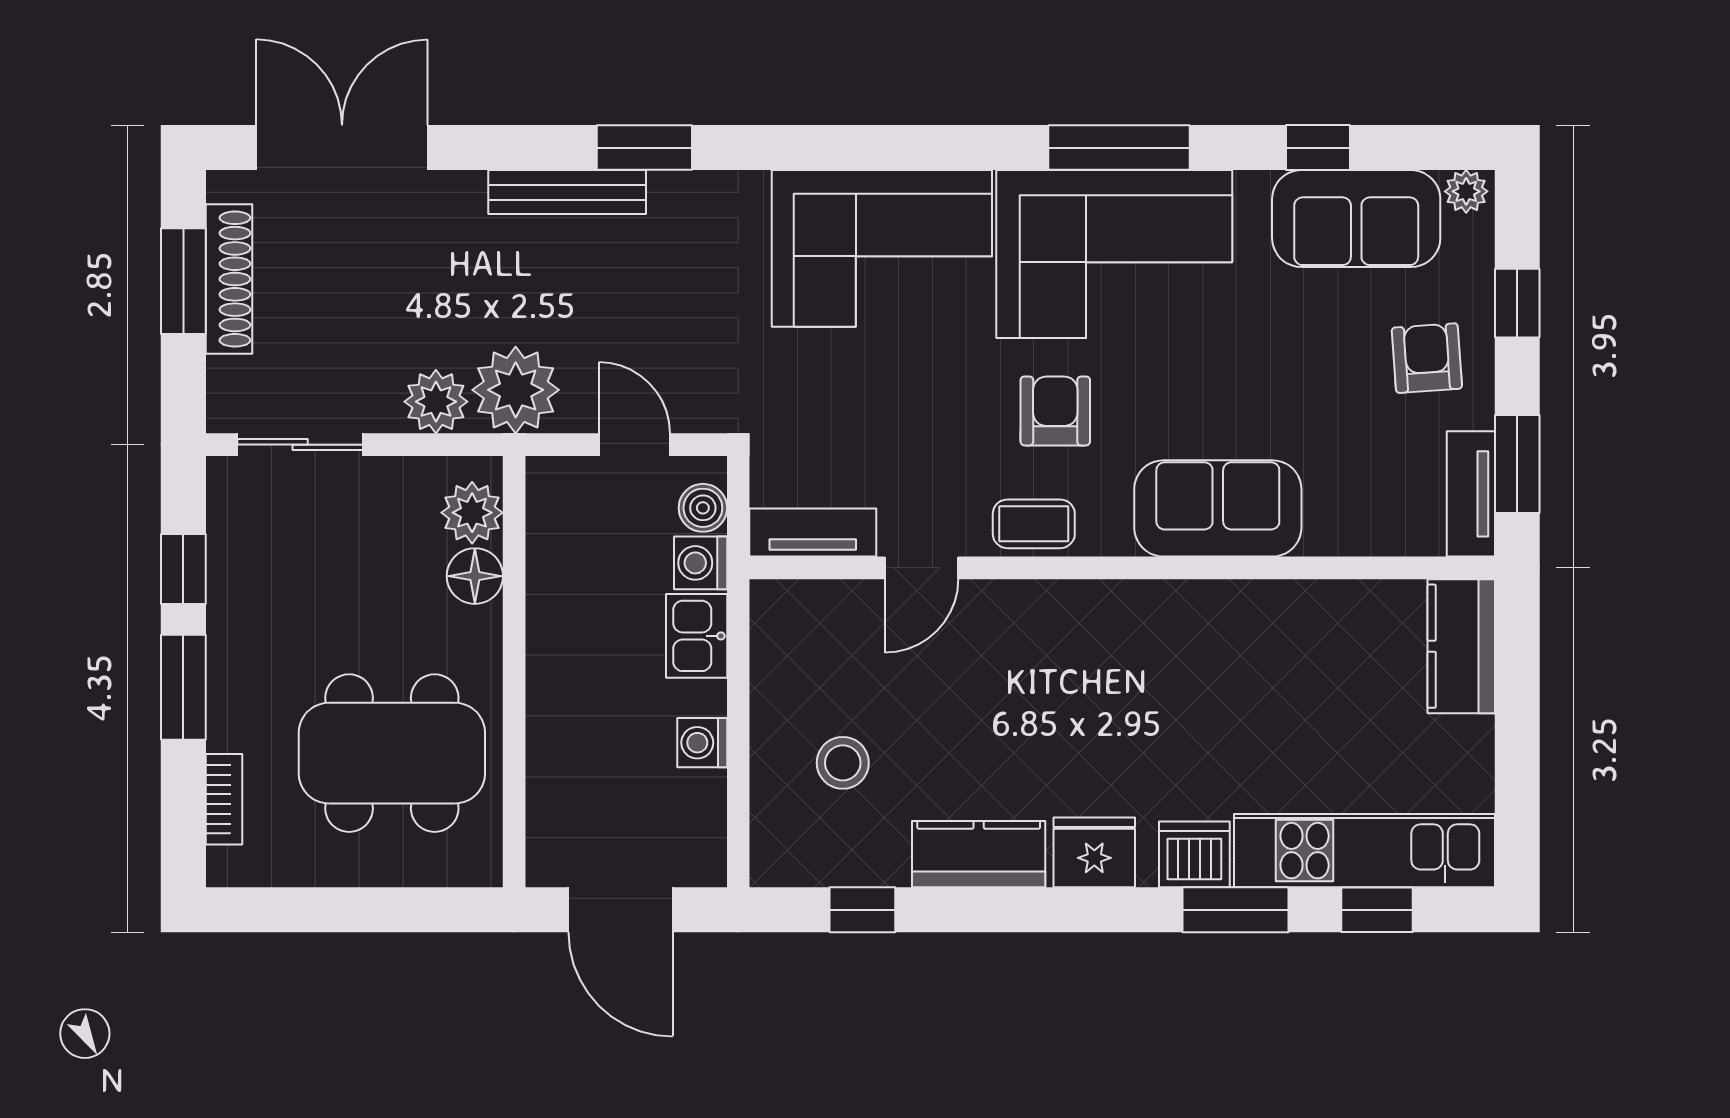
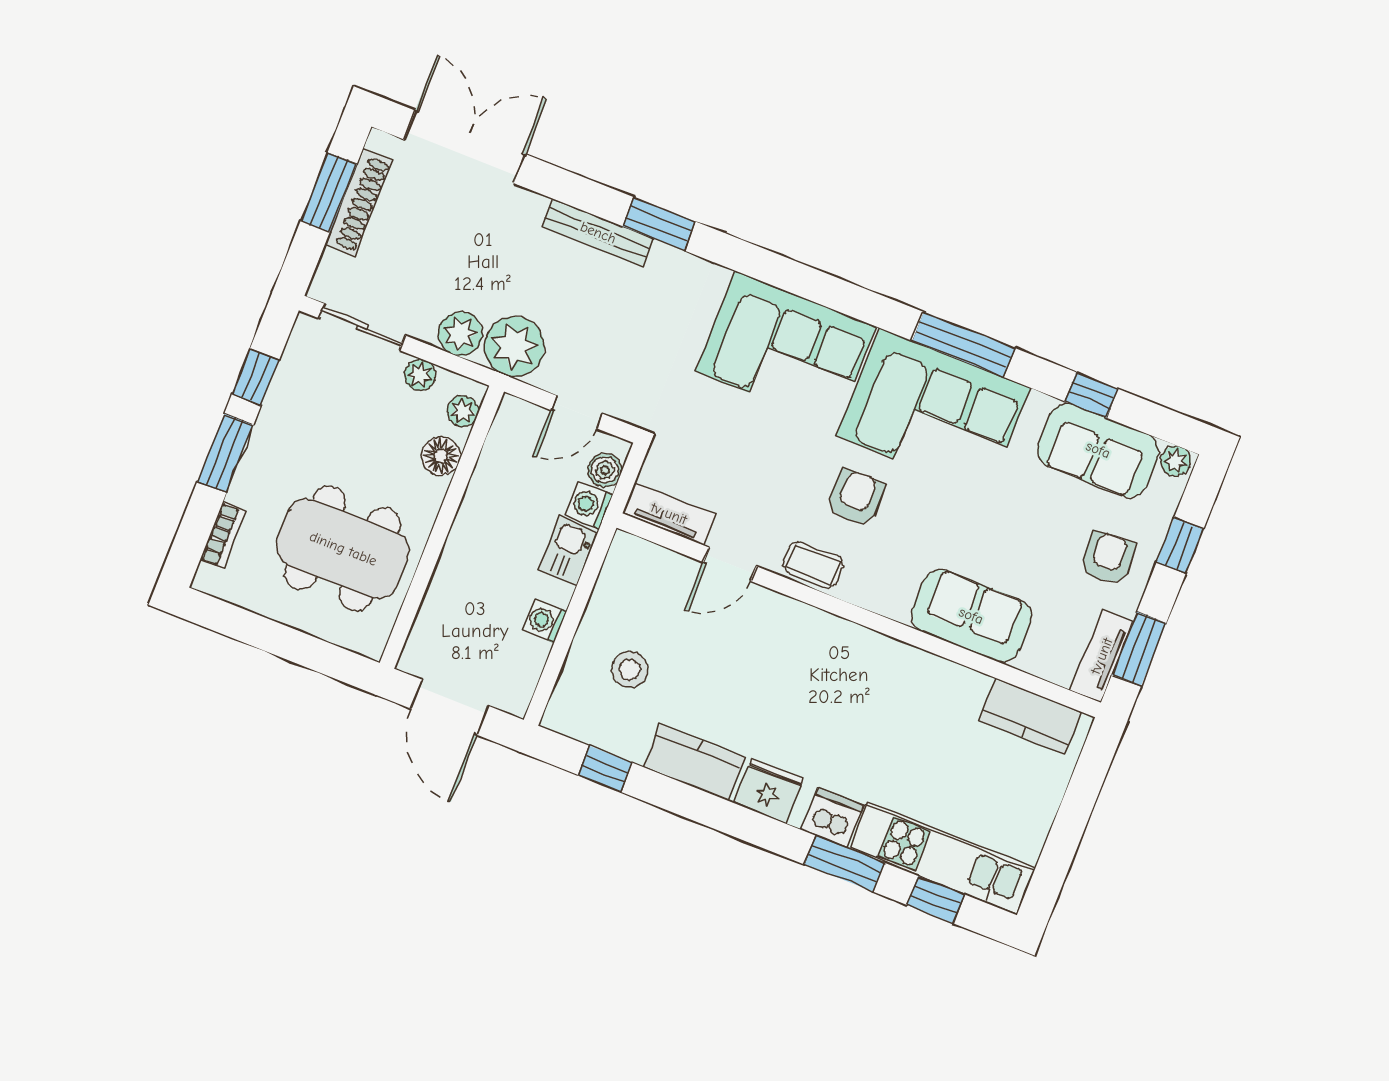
door: (634, 445) -> (577, 412), swing flipped
plant: (403, 478) -> (420, 375), added
sofa: (1218, 508) -> (971, 616), moved
plant: (472, 513) -> (463, 411), width x0.73, depth x0.73
kitchen counter: (1461, 646) -> (1030, 716), moved, turned -90

